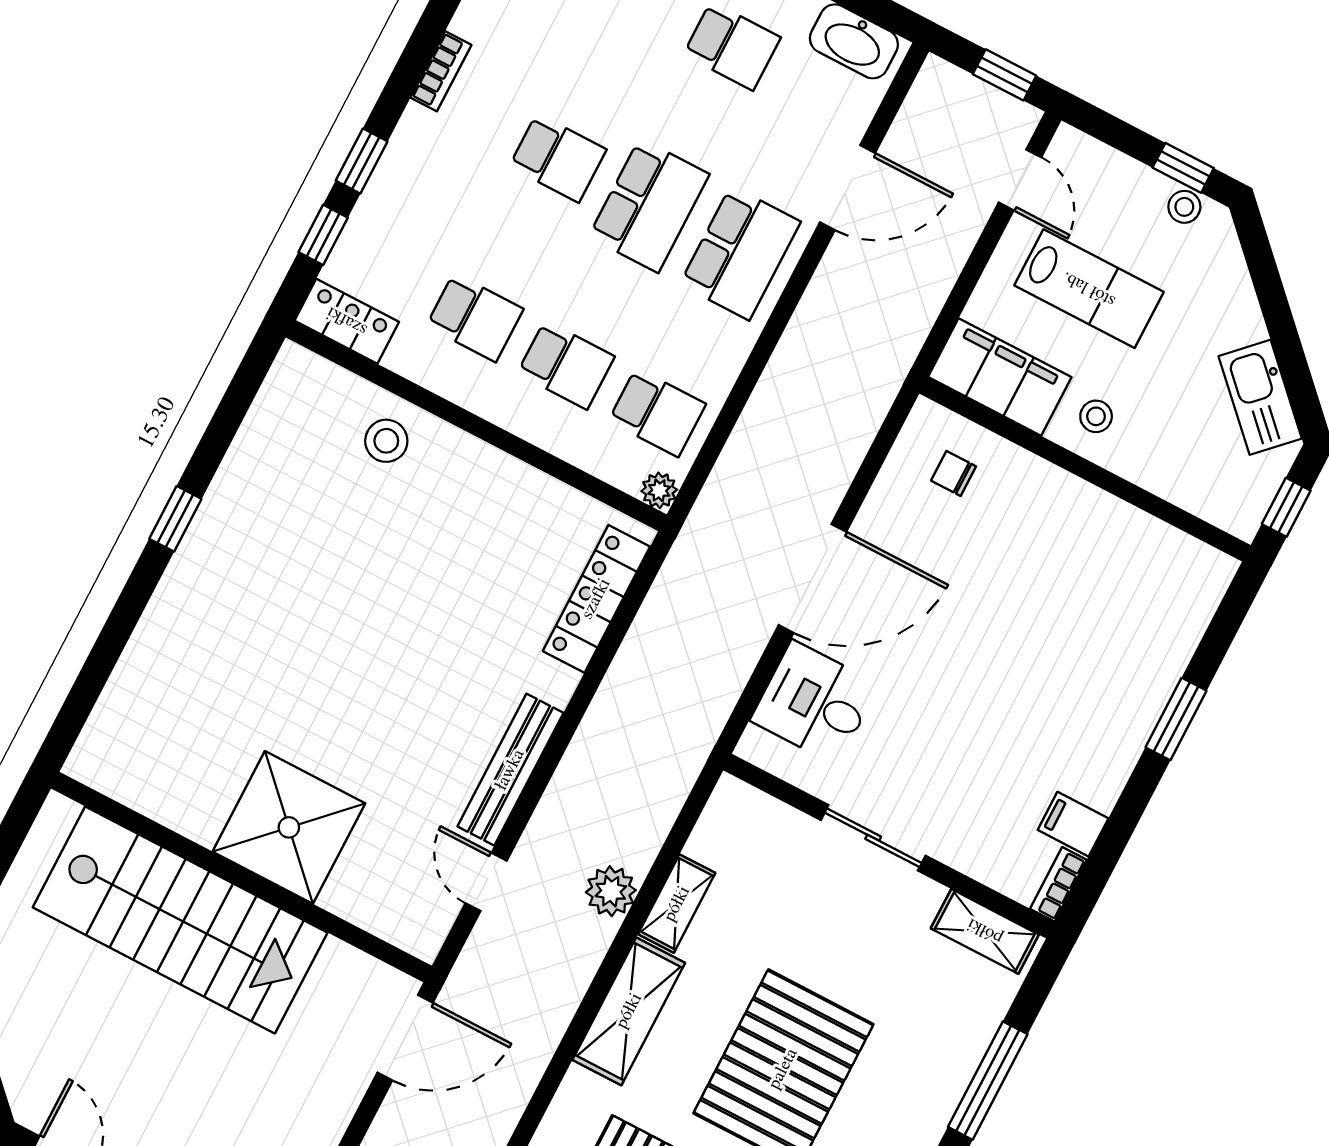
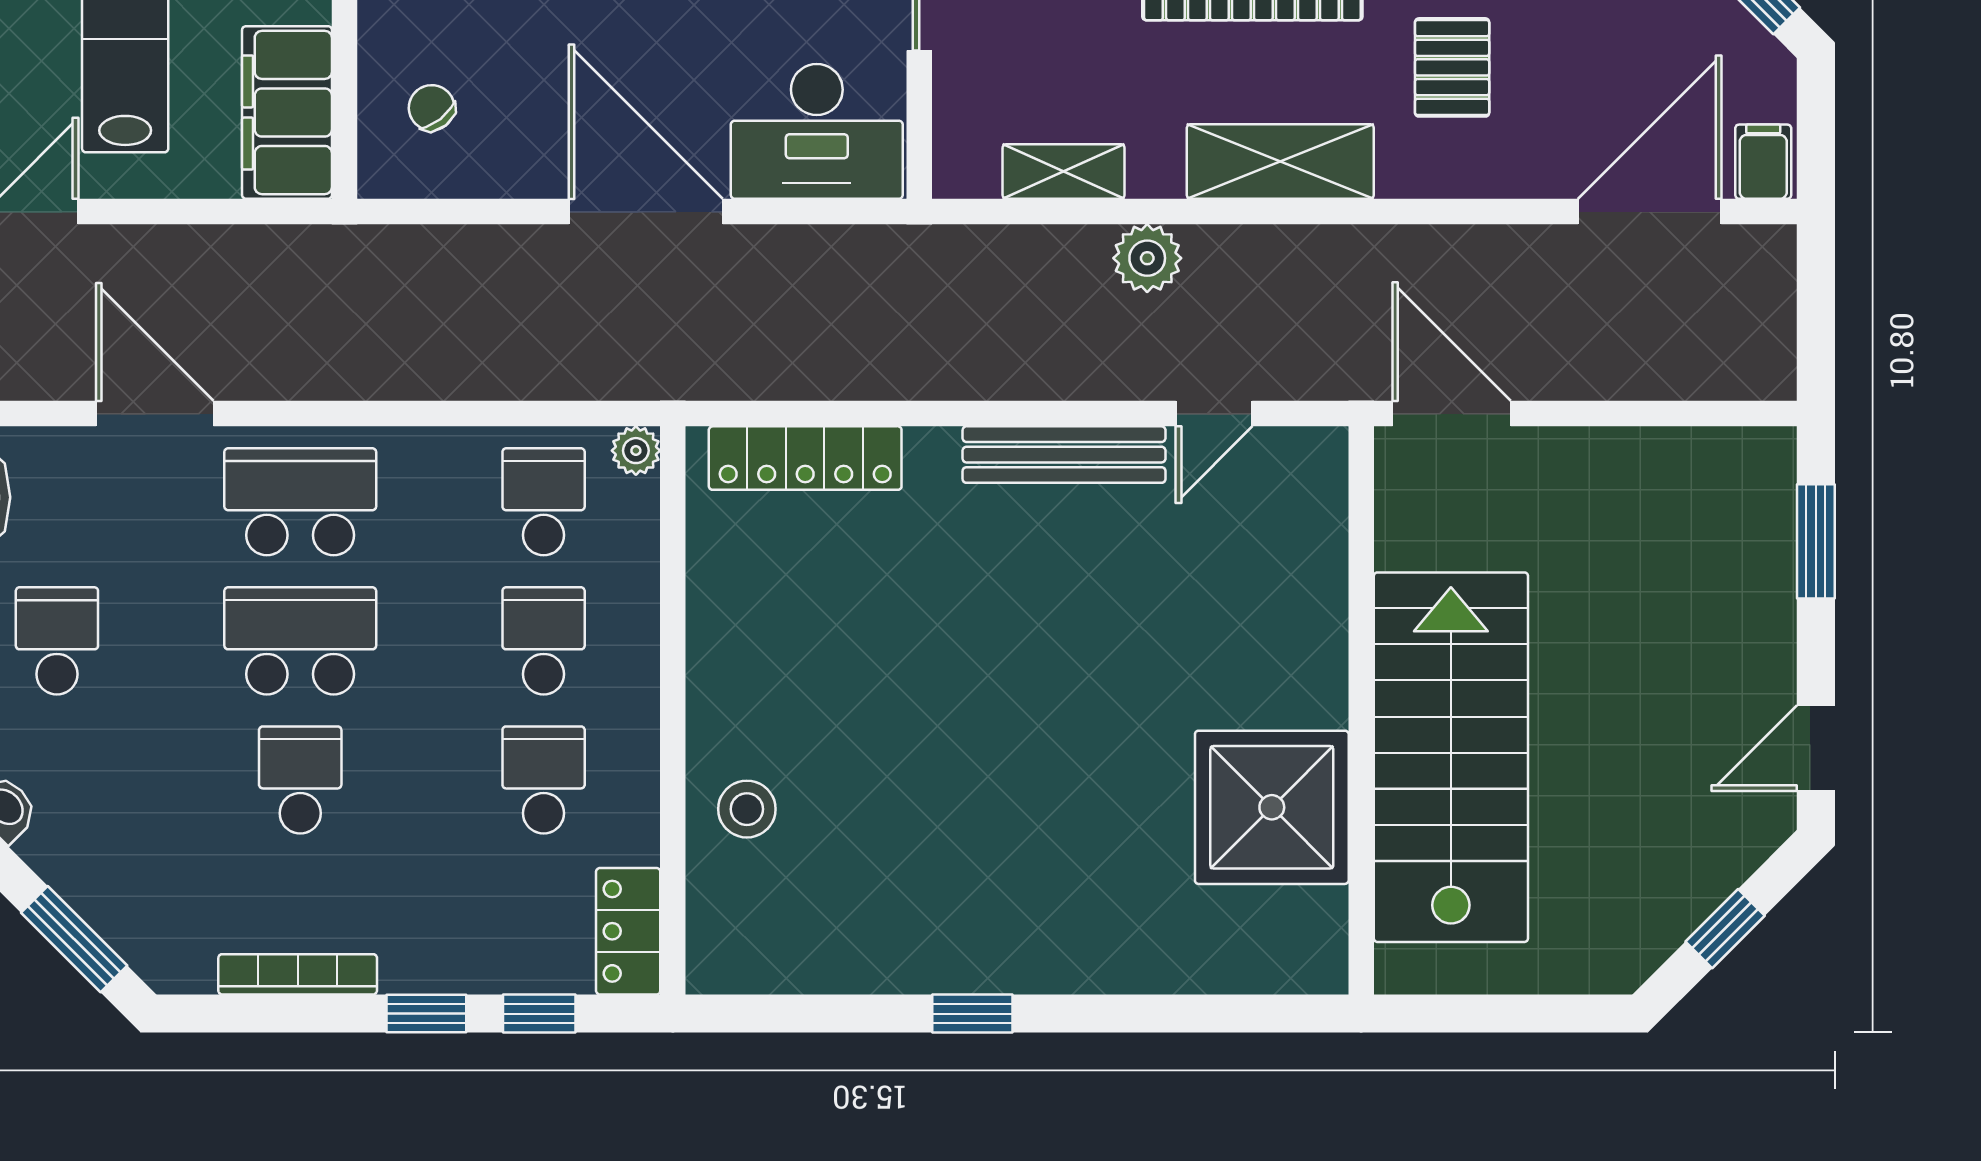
bookcase: (441, 71) -> (298, 974), width x1.56
chair: (954, 473) -> (432, 108), turned 142
desk: (815, 703) -> (817, 131), width x1.37
shower: (289, 827) -> (1272, 807), moved
shelving: (677, 904) -> (1064, 171), moved

